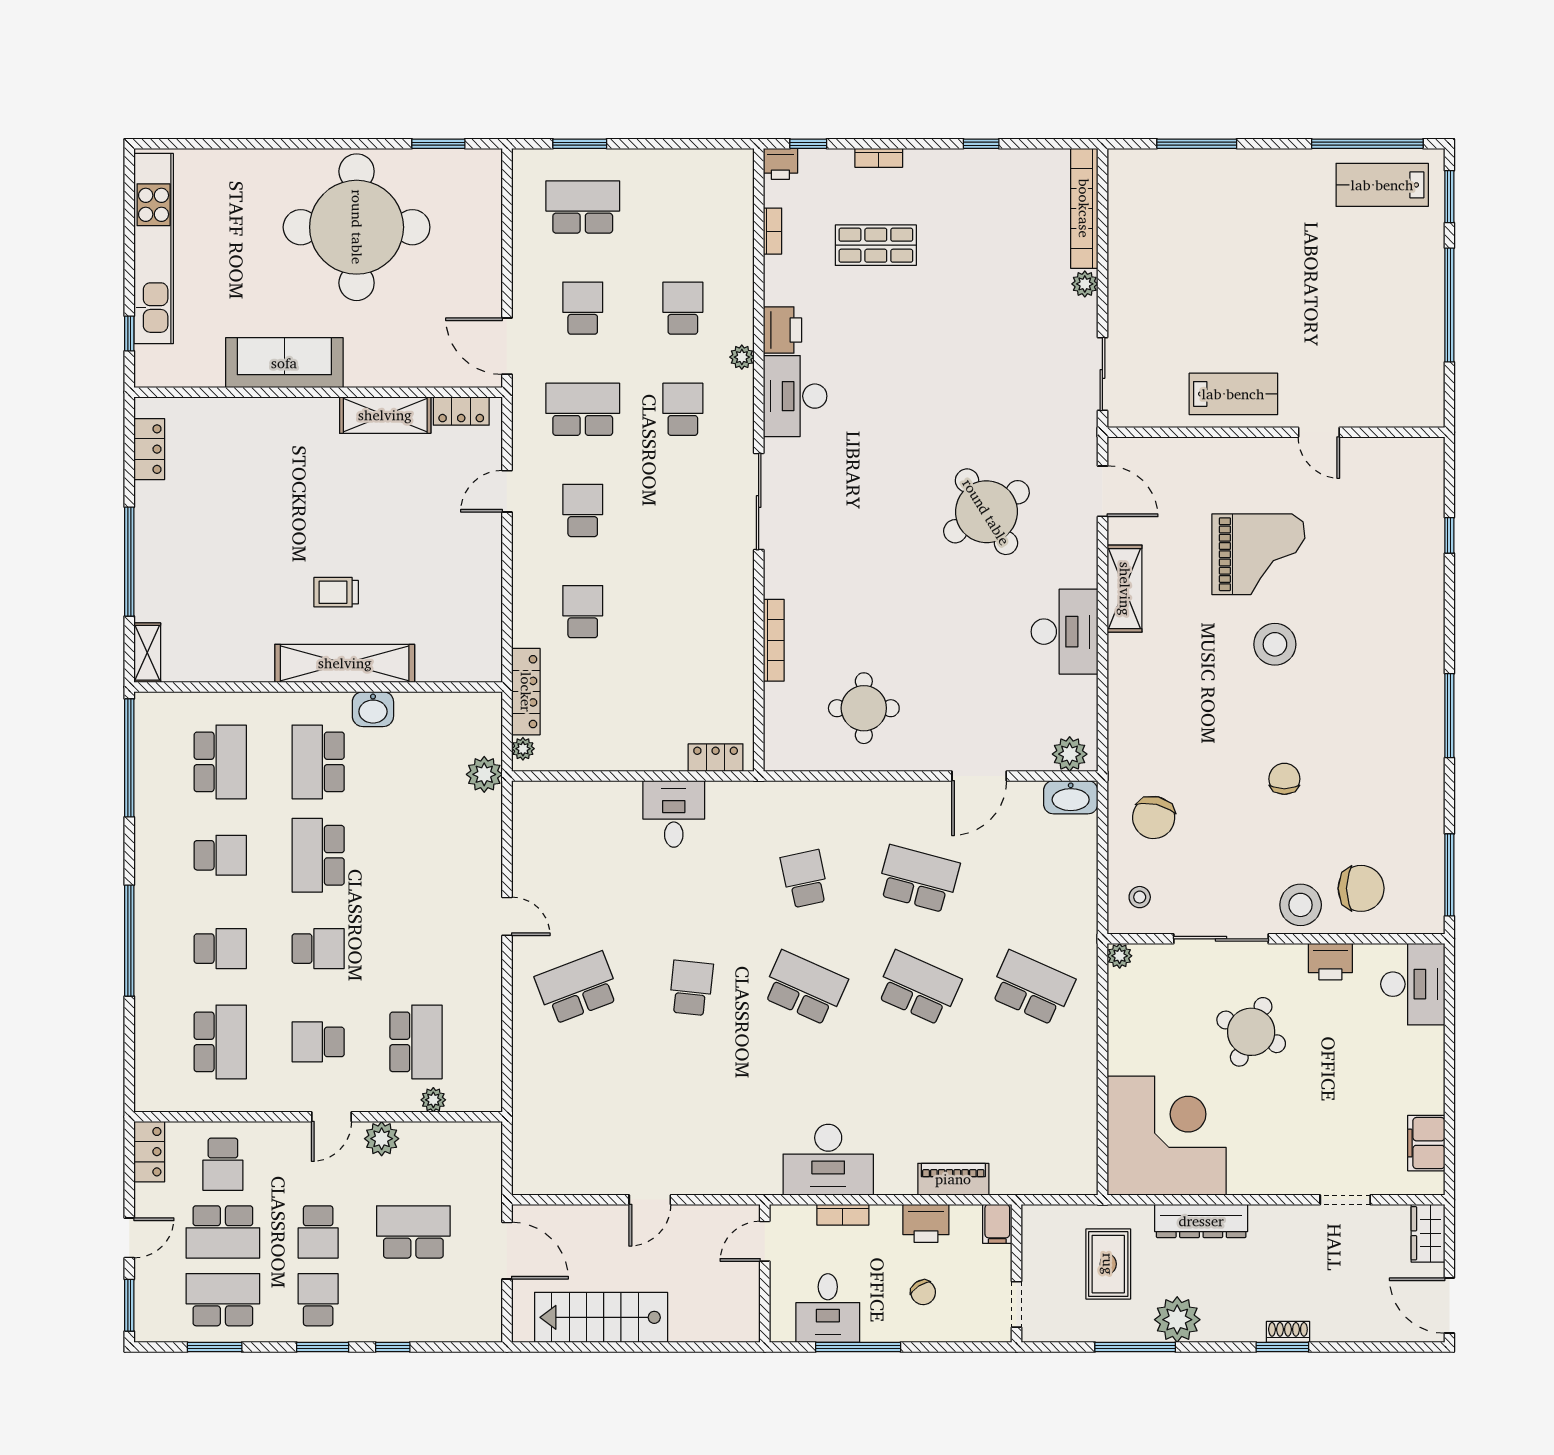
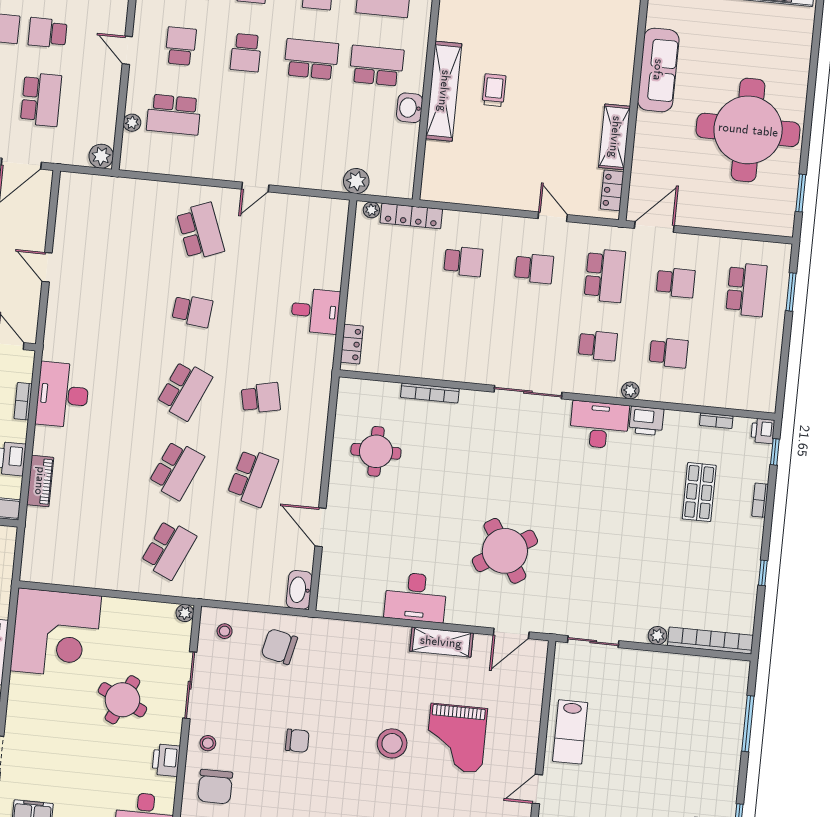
plant: (1070, 754) -> (330, 592), removed
stool: (1301, 905) -> (208, 743), width x0.53, depth x0.53
plant: (382, 1139) -> (101, 156), moved

